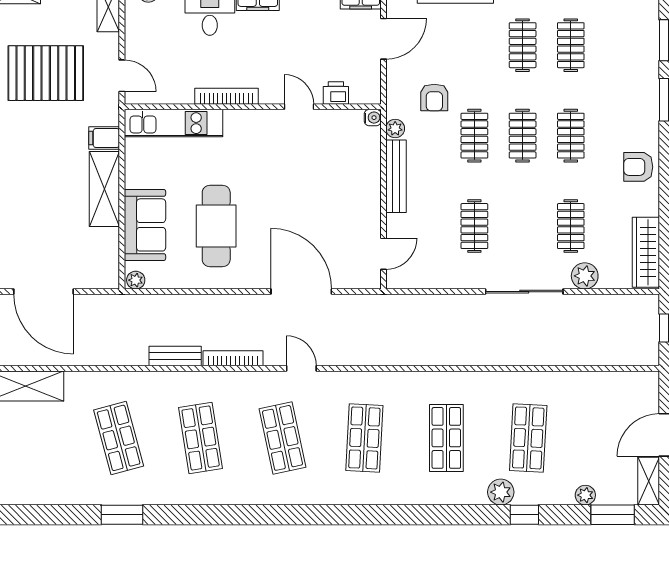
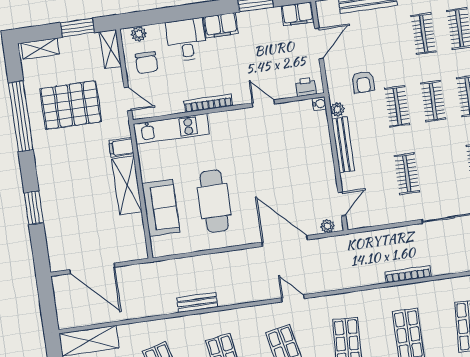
chair: (153, 31) -> (146, 63), added
printer: (336, 93) -> (306, 87), moved
plant: (136, 280) -> (328, 226), moved
bookcase: (233, 358) -> (408, 274), moved

